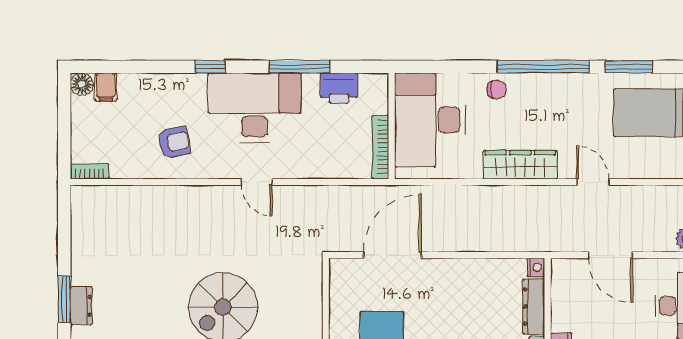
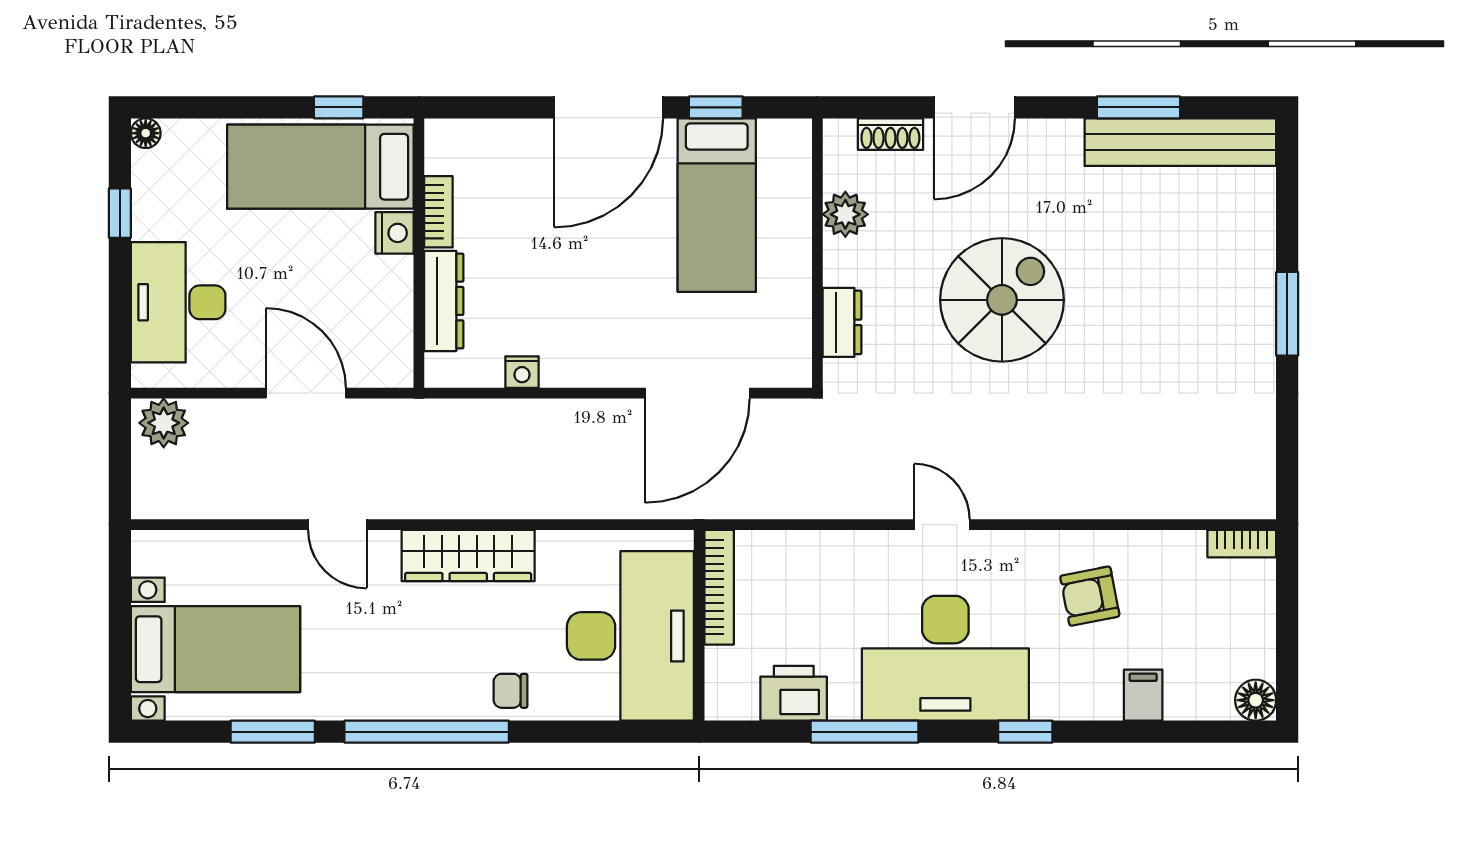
filing cabinet: (106, 87) -> (1143, 695), moved
nightstand: (536, 267) -> (522, 372), moved, turned -90
dresser: (81, 306) -> (842, 322), moved, turned 180

